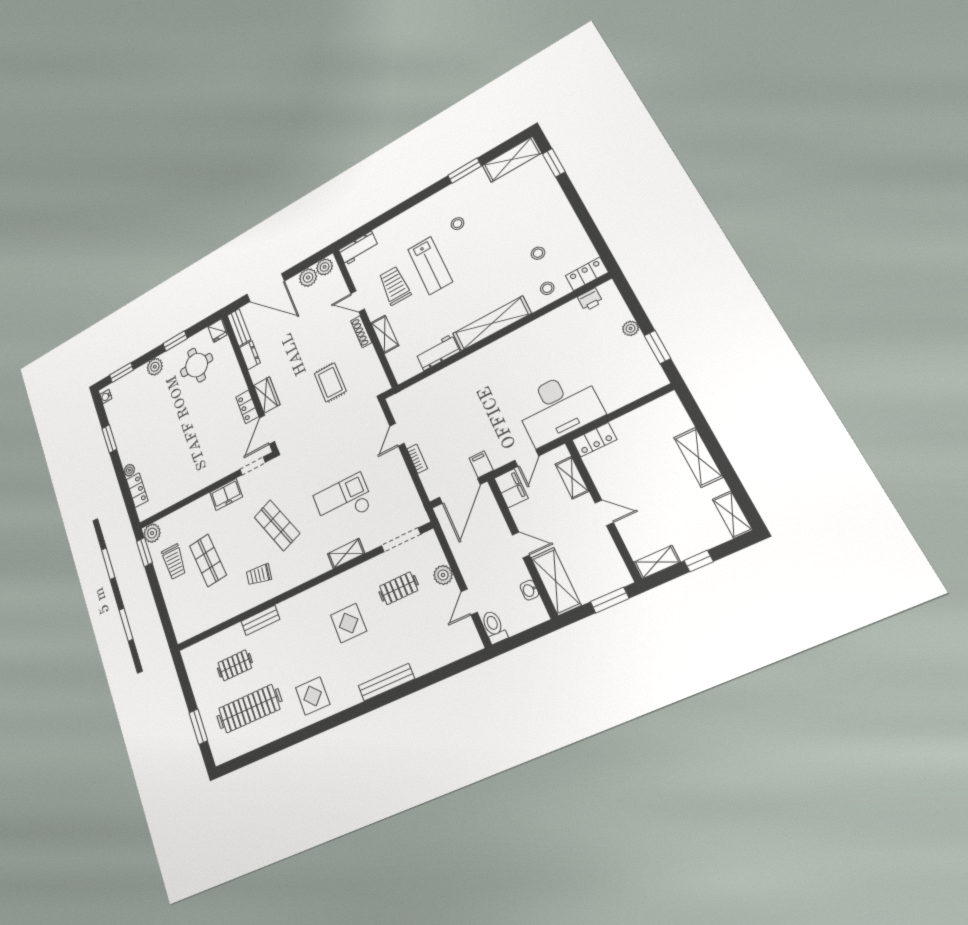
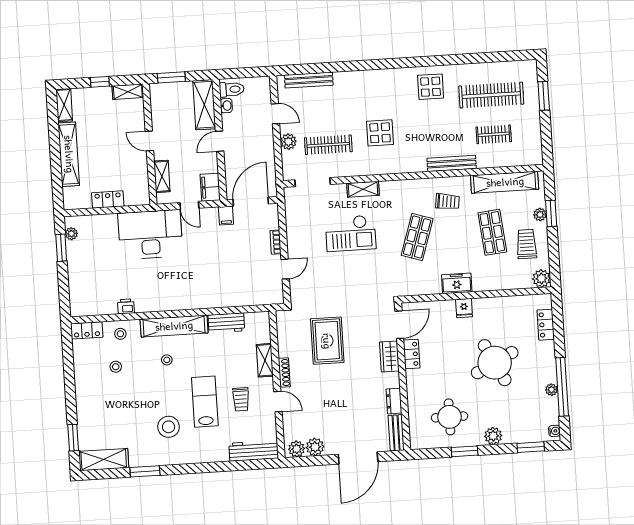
stool: (457, 224) -> (169, 427), width x1.89, depth x1.89
workbench: (358, 248) -> (254, 451), width x1.38
trolley: (395, 286) -> (241, 399), width x0.73, depth x0.72
stool: (486, 286) -> (167, 360), added
door: (266, 288) -> (358, 458), swing flipped
printer: (590, 300) -> (126, 306), moved
plant: (630, 328) -> (71, 234), moved
fridge: (218, 331) -> (464, 308), moved, turned 180
rug: (330, 382) -> (327, 341), width x1.36, depth x1.43
round table: (172, 434) -> (495, 363), added
window: (109, 439) -> (562, 387), width x2.11
locker: (594, 440) -> (108, 200), moved
shelving: (698, 457) -> (69, 154), width x1.47
door: (527, 458) -> (189, 205), swing flipped
doorway: (253, 466) -> (423, 298), removed
plant: (129, 470) -> (551, 390), moved
shop shelf: (277, 525) -> (417, 237), turned 39
door: (521, 545) -> (220, 141), hinge flipped
window: (144, 552) -> (551, 213), moved
clothes rail: (399, 588) -> (328, 145), width x1.36
plant: (170, 597) -> (540, 215), added
door: (469, 602) -> (275, 114), hinge flipped
shelving: (211, 617) -> (505, 182), added
bench: (260, 620) -> (452, 163), width x1.36
toilet: (494, 627) -> (232, 89), moved, turned -90
bench: (386, 682) -> (309, 80), moved

